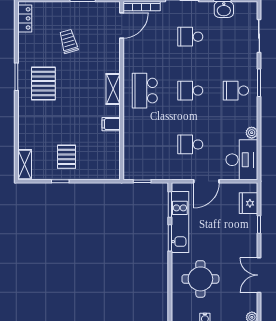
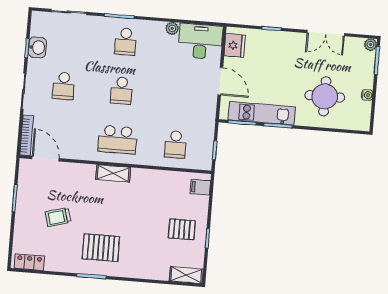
filing cabinet: (111, 124) -> (200, 187), moved, turned 90
school desk: (190, 144) -> (175, 144), moved
fridge: (249, 203) -> (235, 46), moved, turned -90

